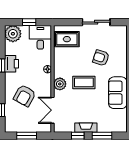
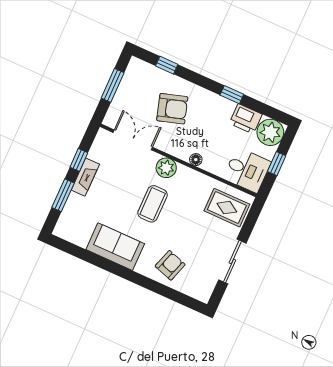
rug: (67, 39) -> (227, 208), turned 90
armchair: (101, 58) -> (170, 265), moved
printer: (12, 64) -> (246, 119), moved
armchair: (25, 96) -> (172, 109), turned 134

